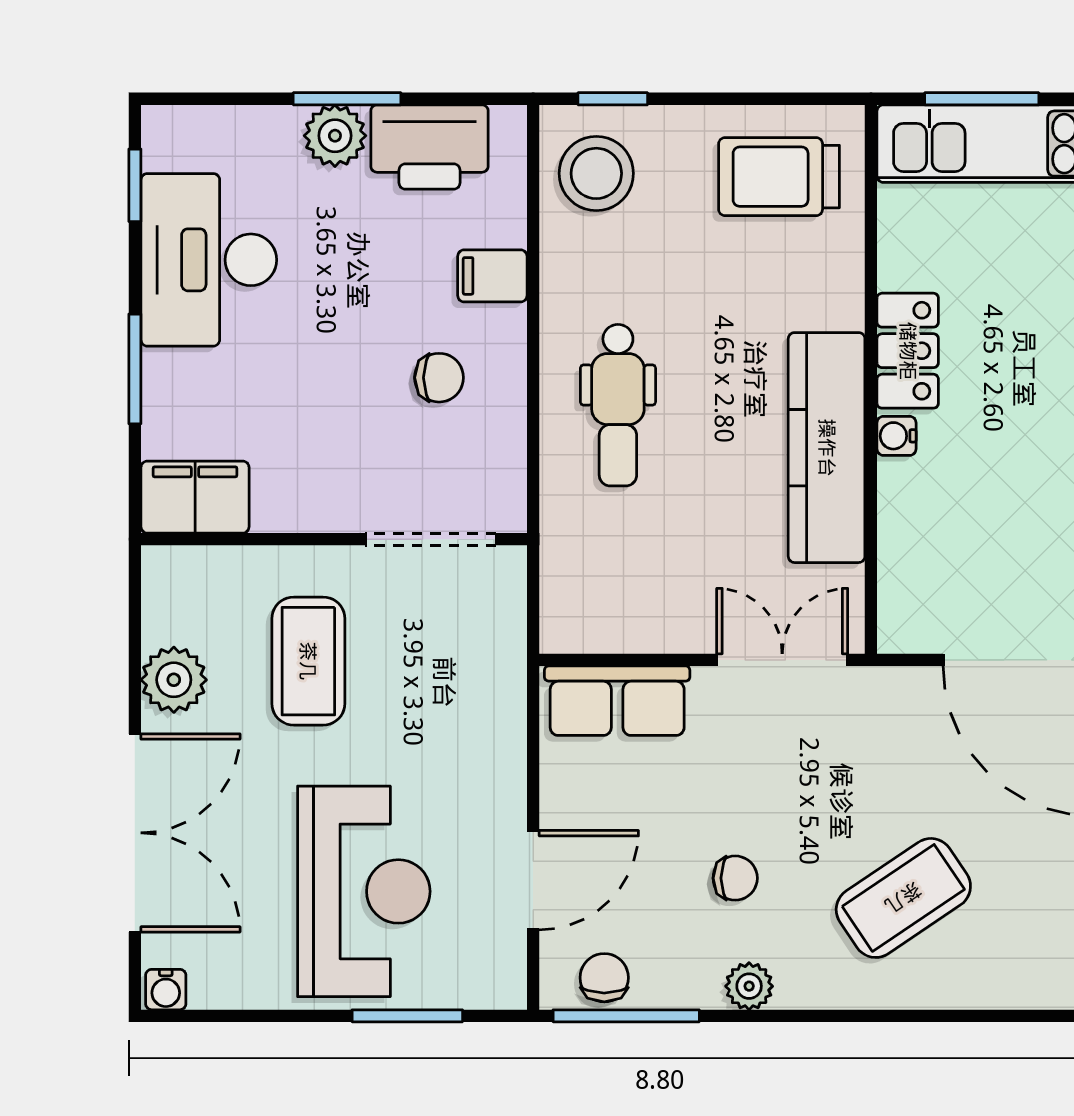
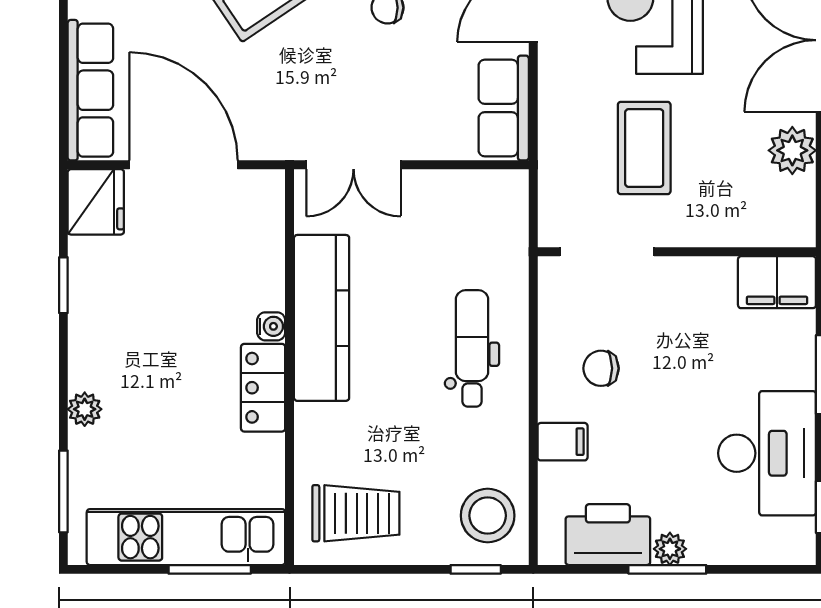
plant: (335, 136) -> (670, 549), width x0.73, depth x0.73
coffee table: (308, 661) -> (644, 148), moved
row of seats: (617, 701) -> (504, 108), moved, turned -90

